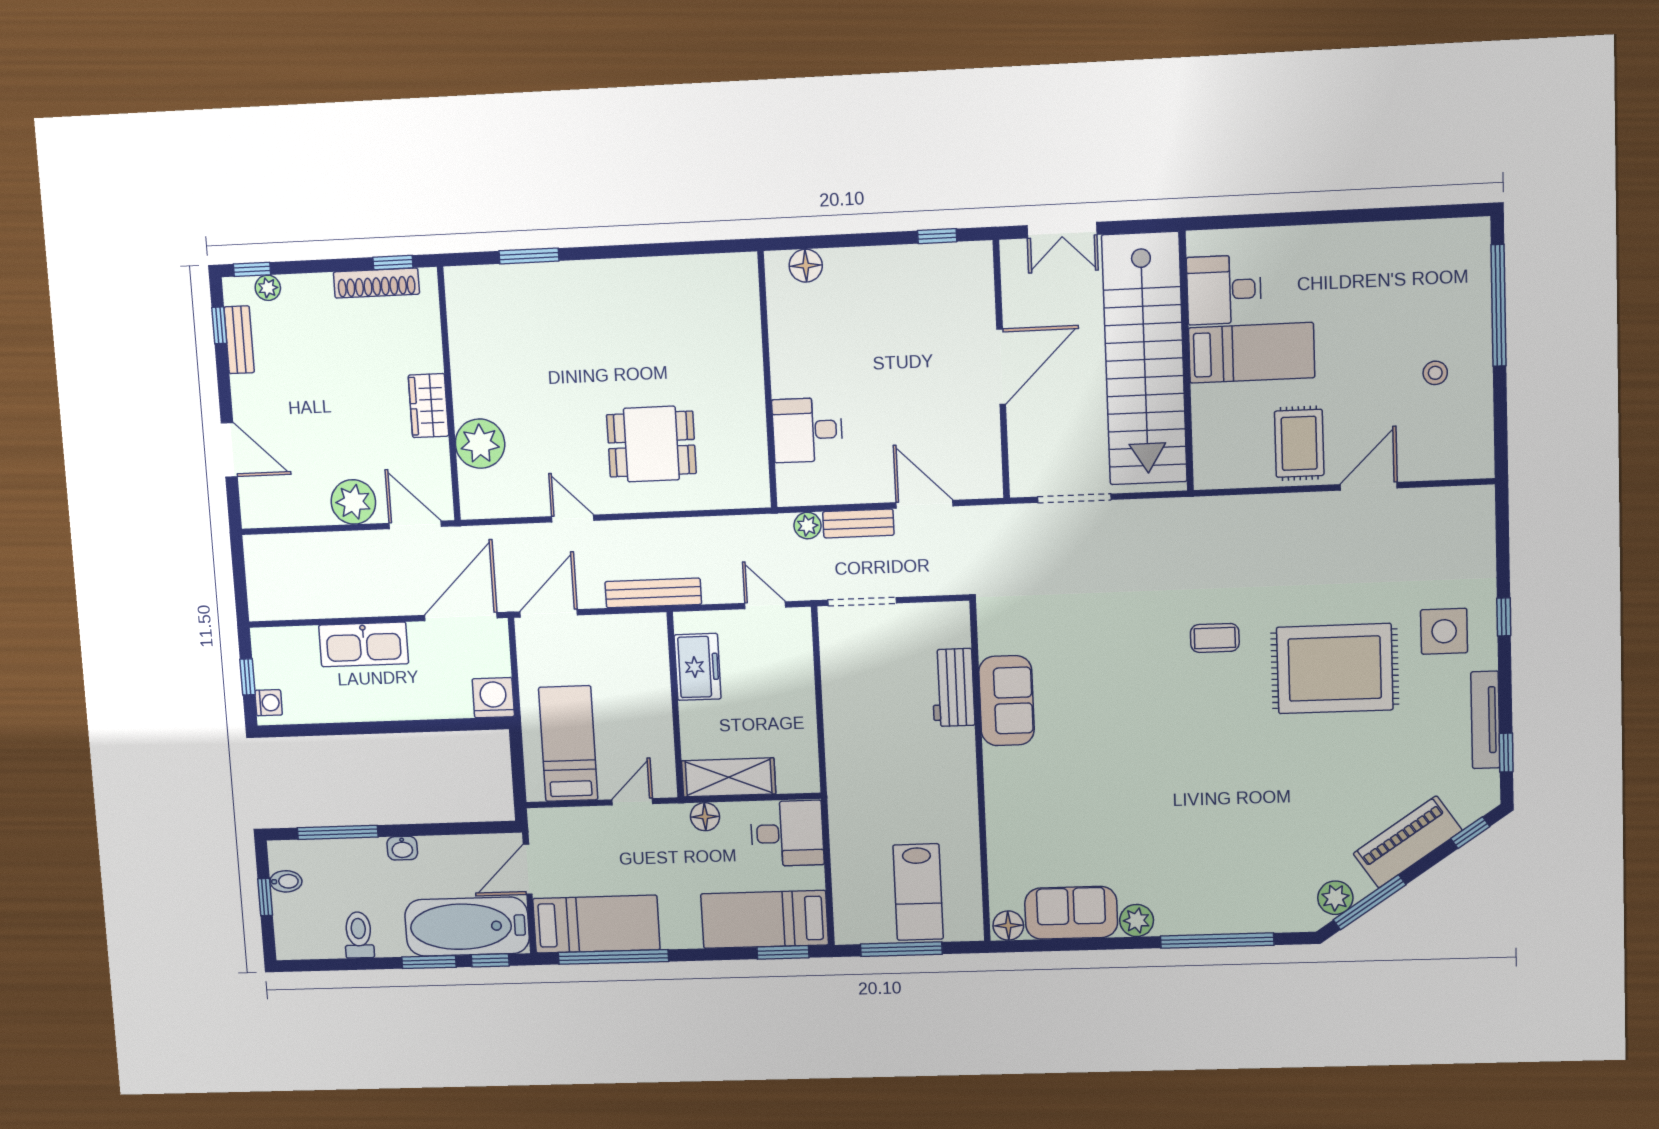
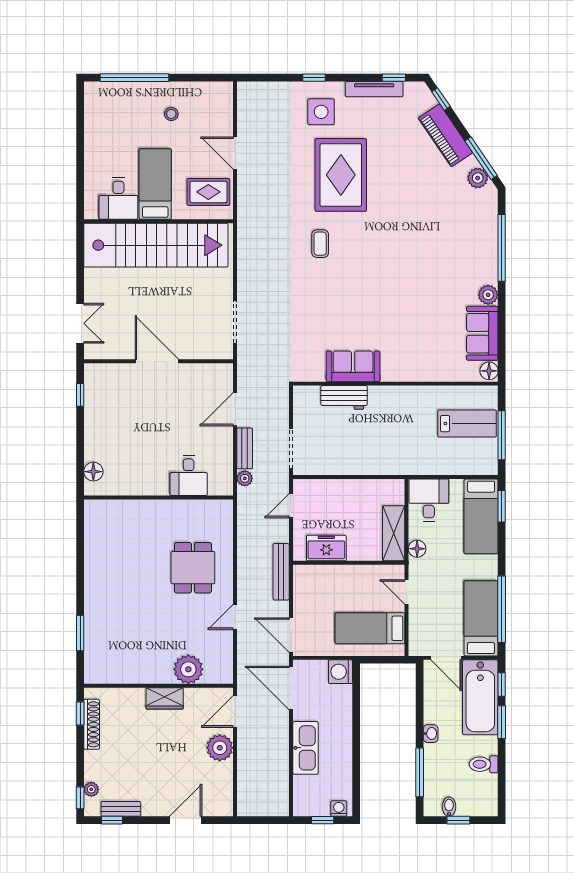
desk: (1224, 290) -> (118, 199), moved
bed: (1252, 353) -> (155, 184), moved
stairs: (1144, 359) -> (156, 245), moved
wall: (1186, 361) -> (158, 221), moved

